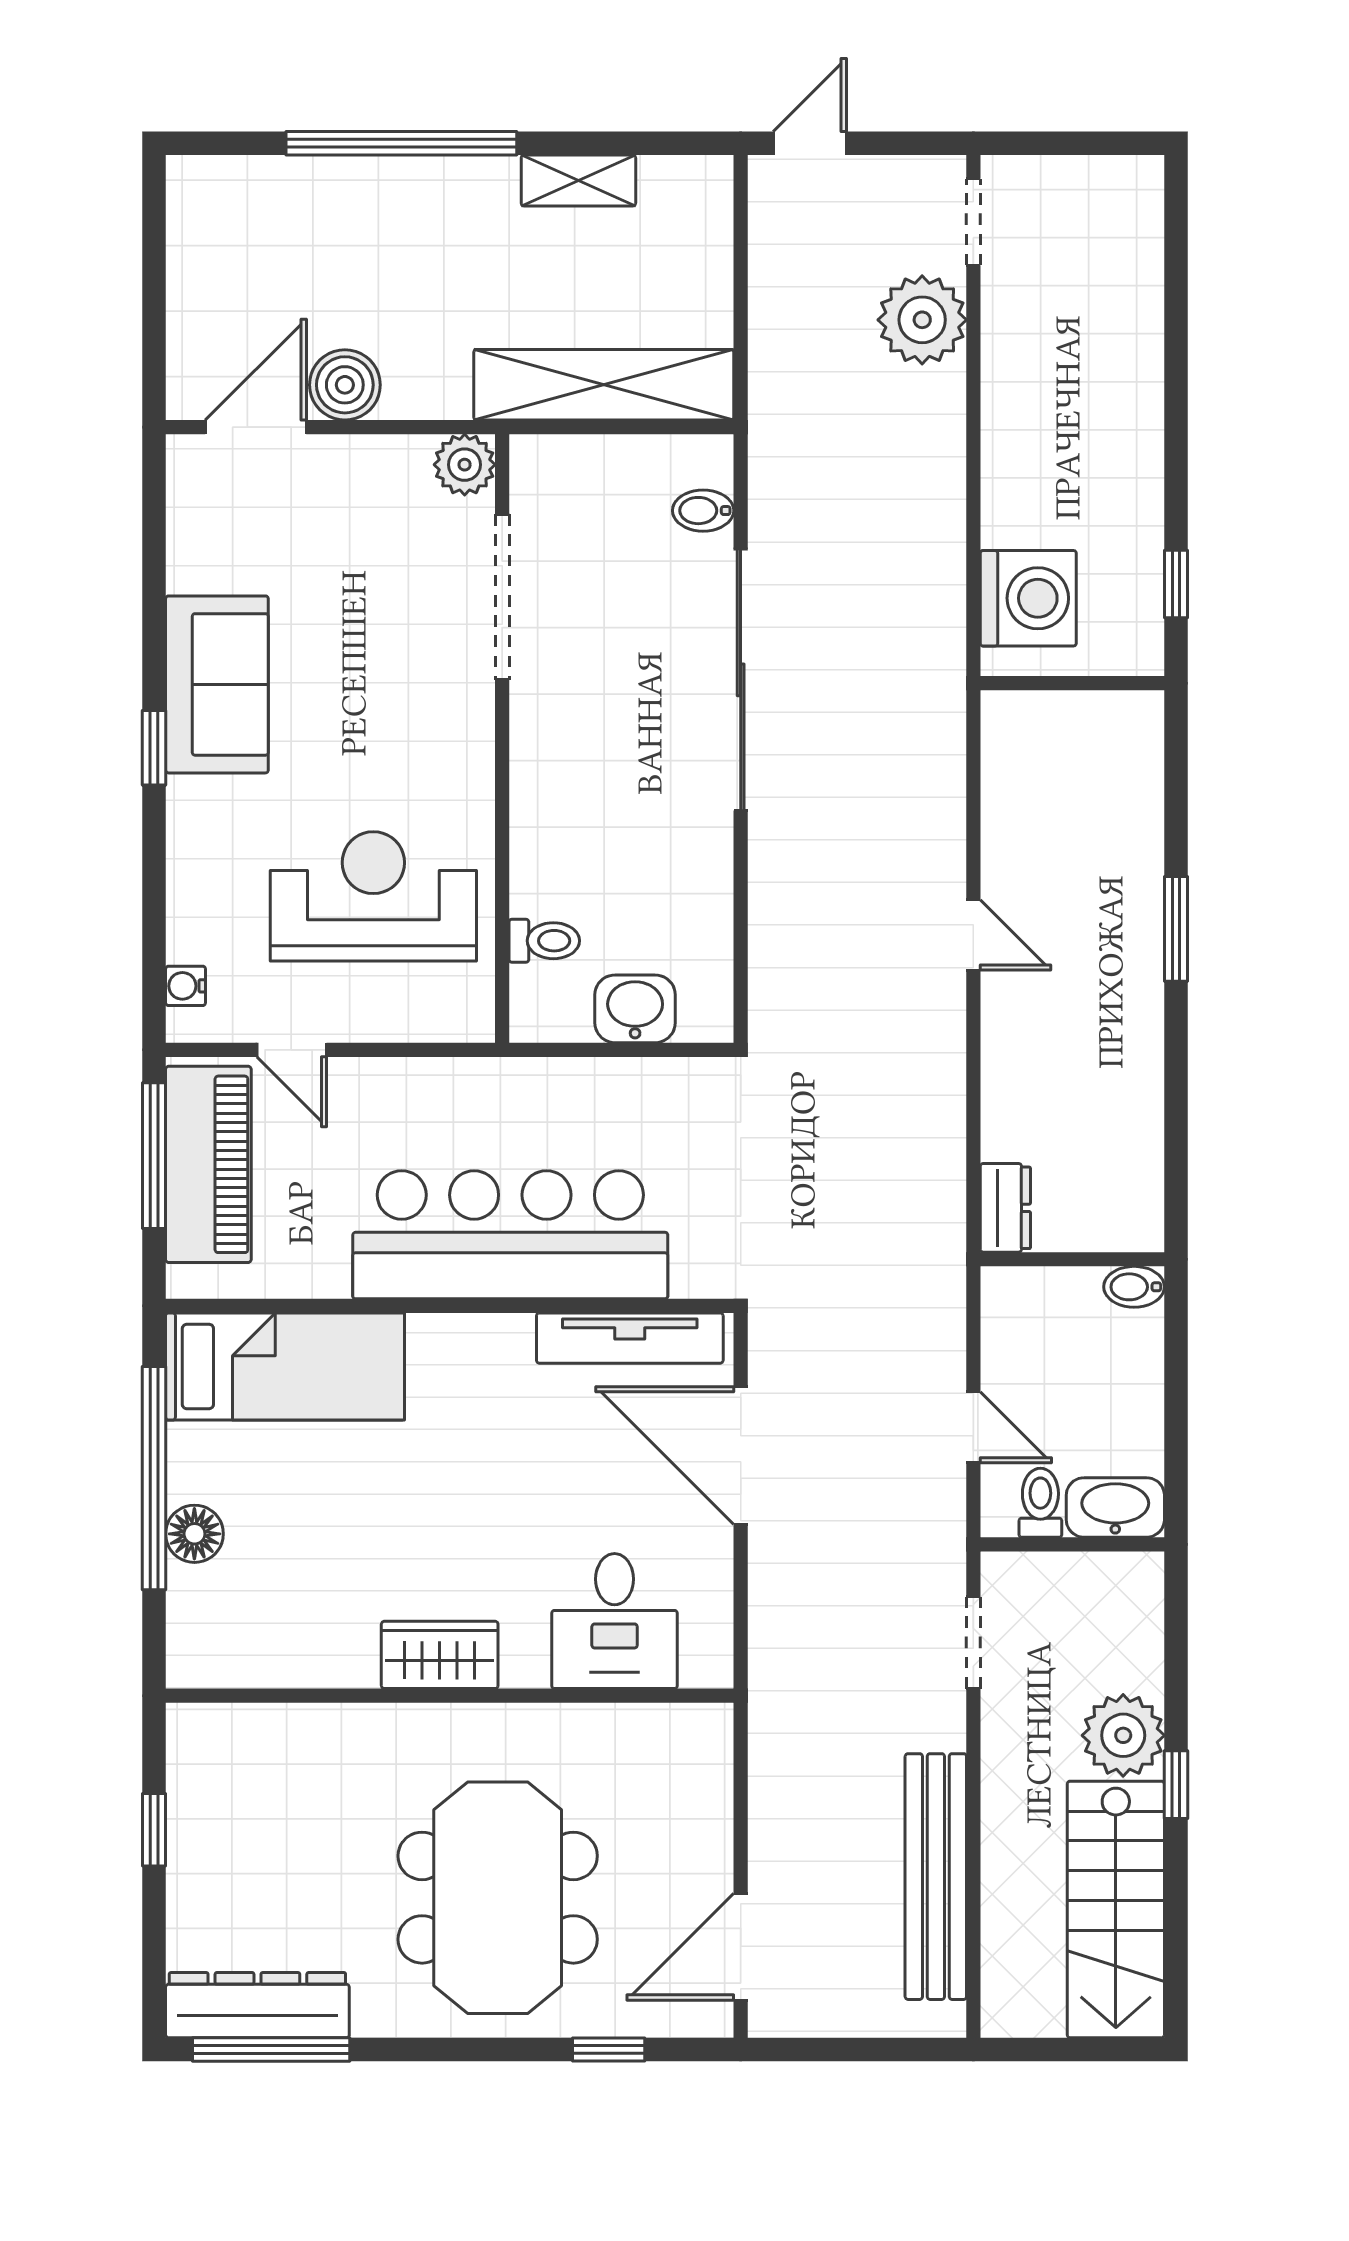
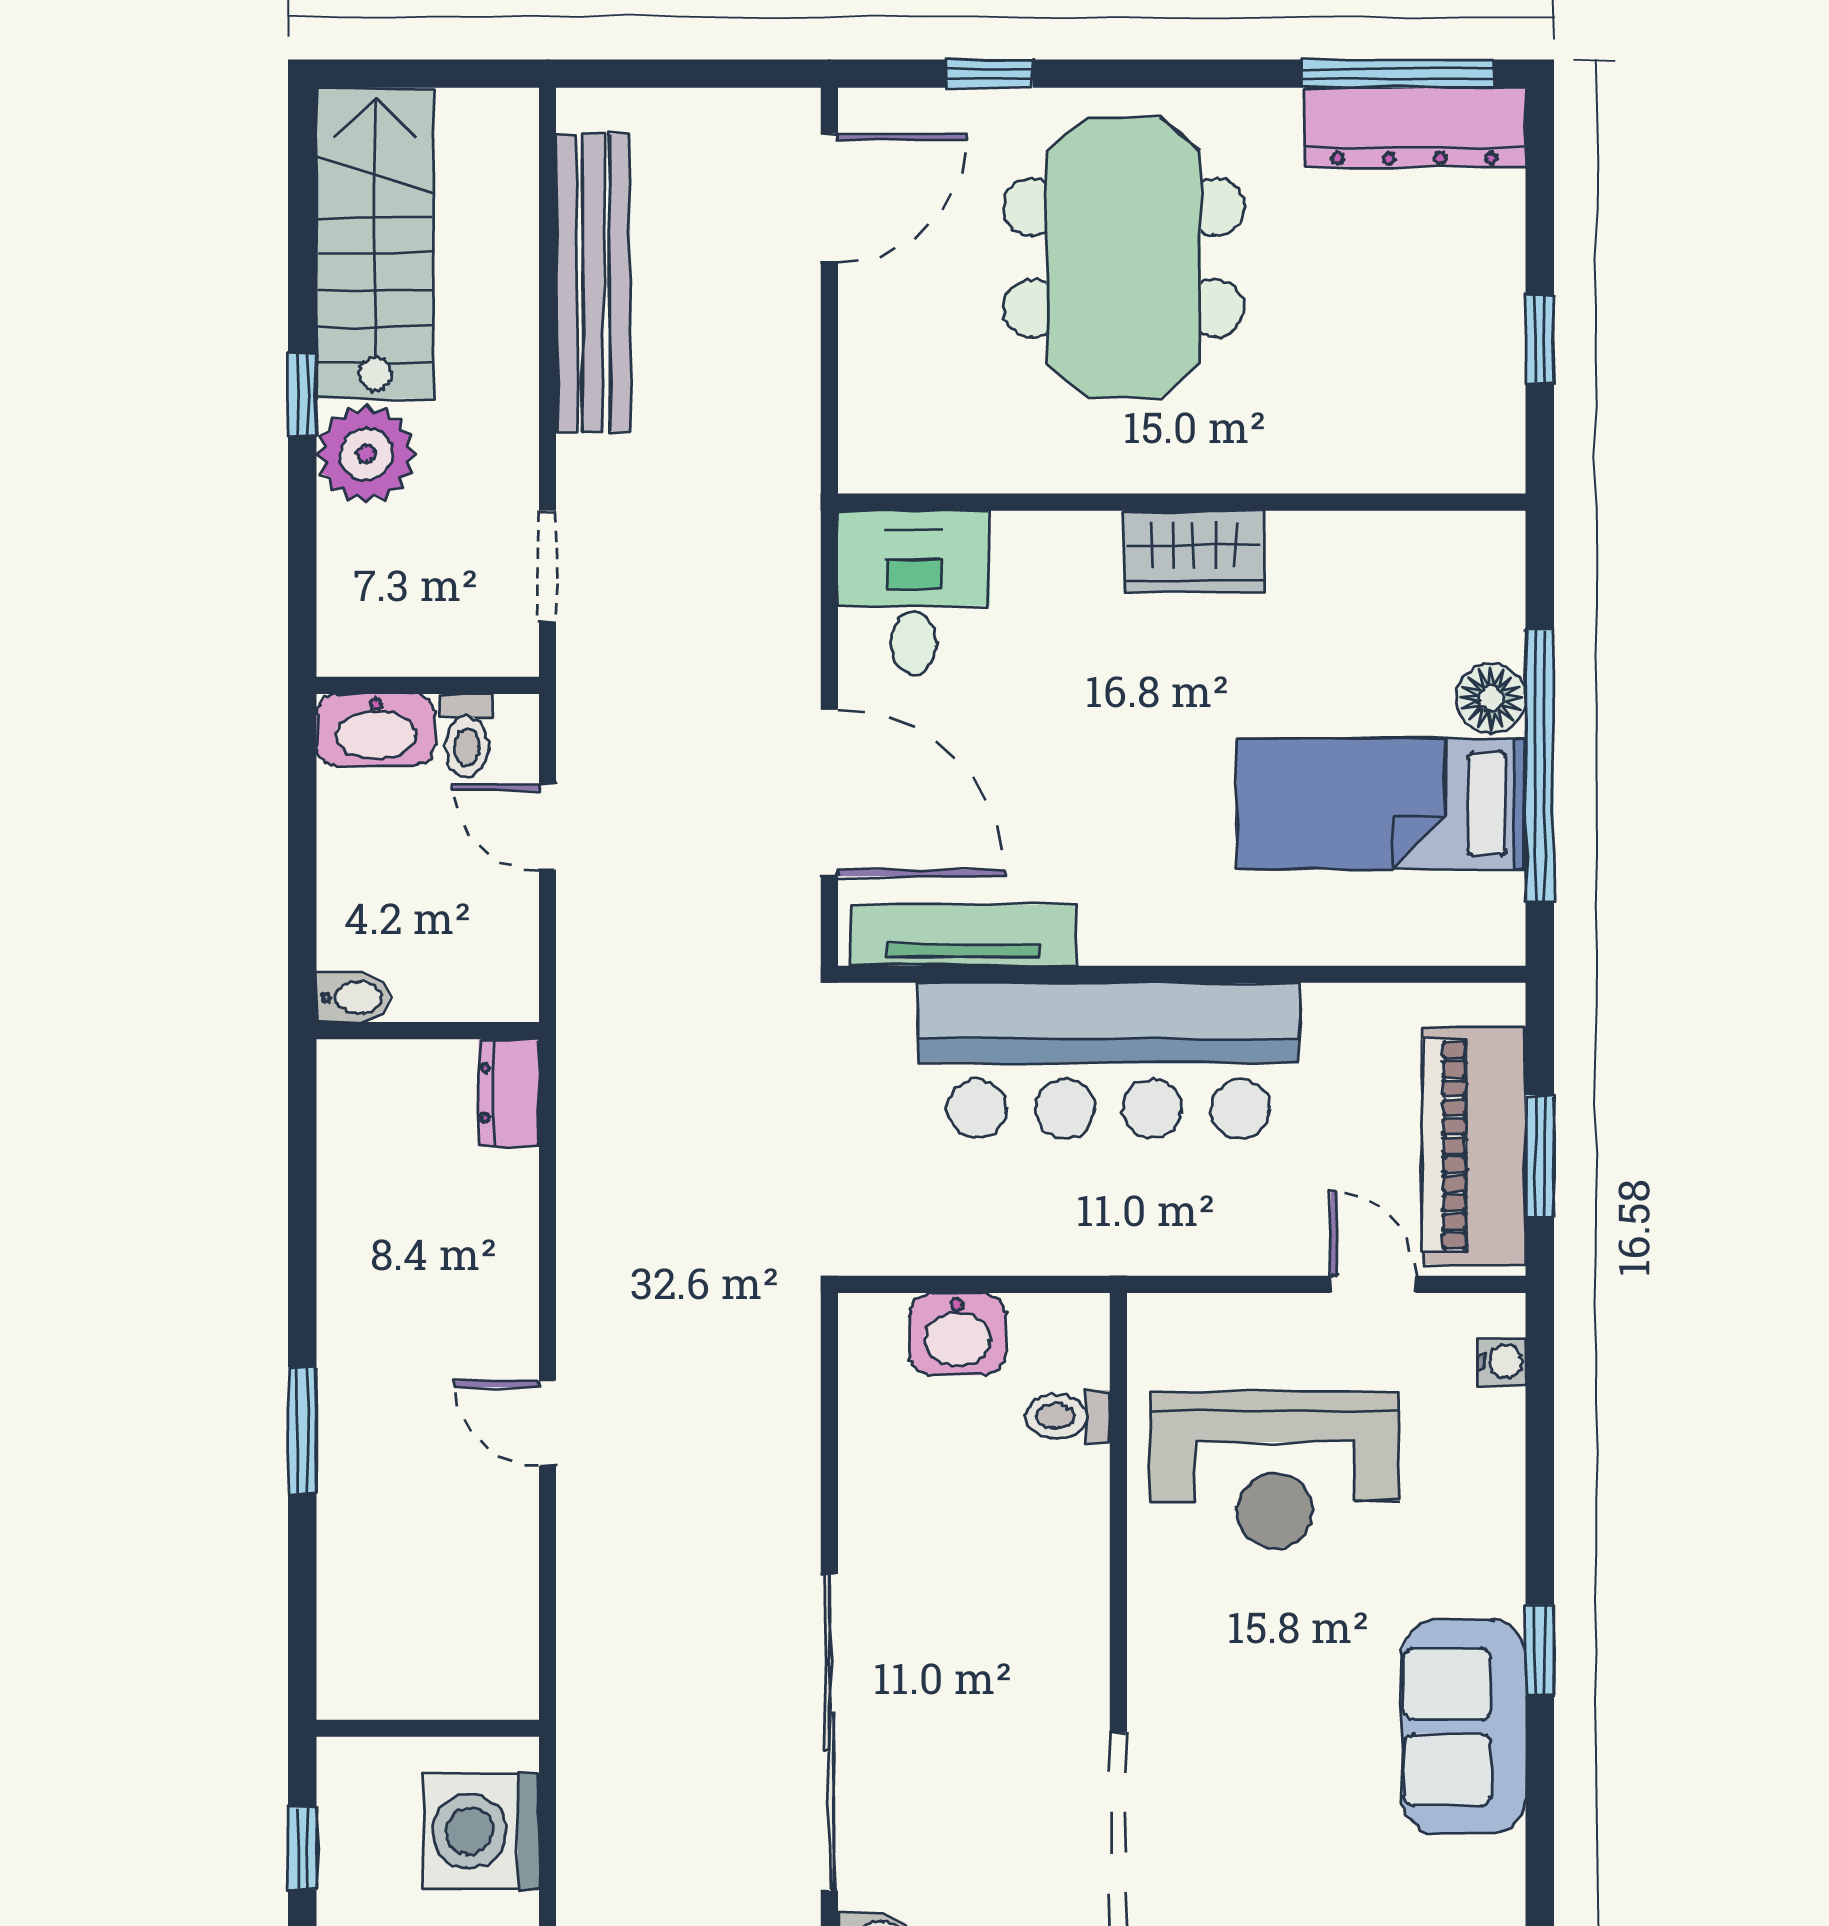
window: (154, 1156) -> (1540, 1156), width x0.69
bed: (285, 1366) -> (1381, 804), moved
desk: (615, 1621) -> (914, 592), moved

